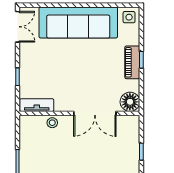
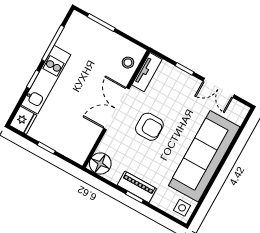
double door: (18, 27) -> (219, 88), moved
armchair: (79, 79) -> (149, 127), added
double door: (95, 113) -> (116, 109), moved
stool: (52, 123) -> (128, 63), moved

